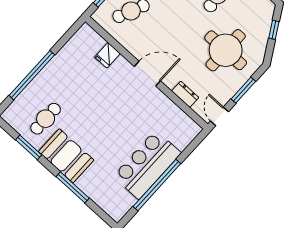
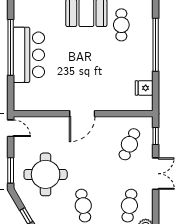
fridge: (107, 55) -> (144, 88), moved, turned -90
window: (243, 90) -> (11, 170), moved
dresser: (185, 94) -> (46, 122), removed

